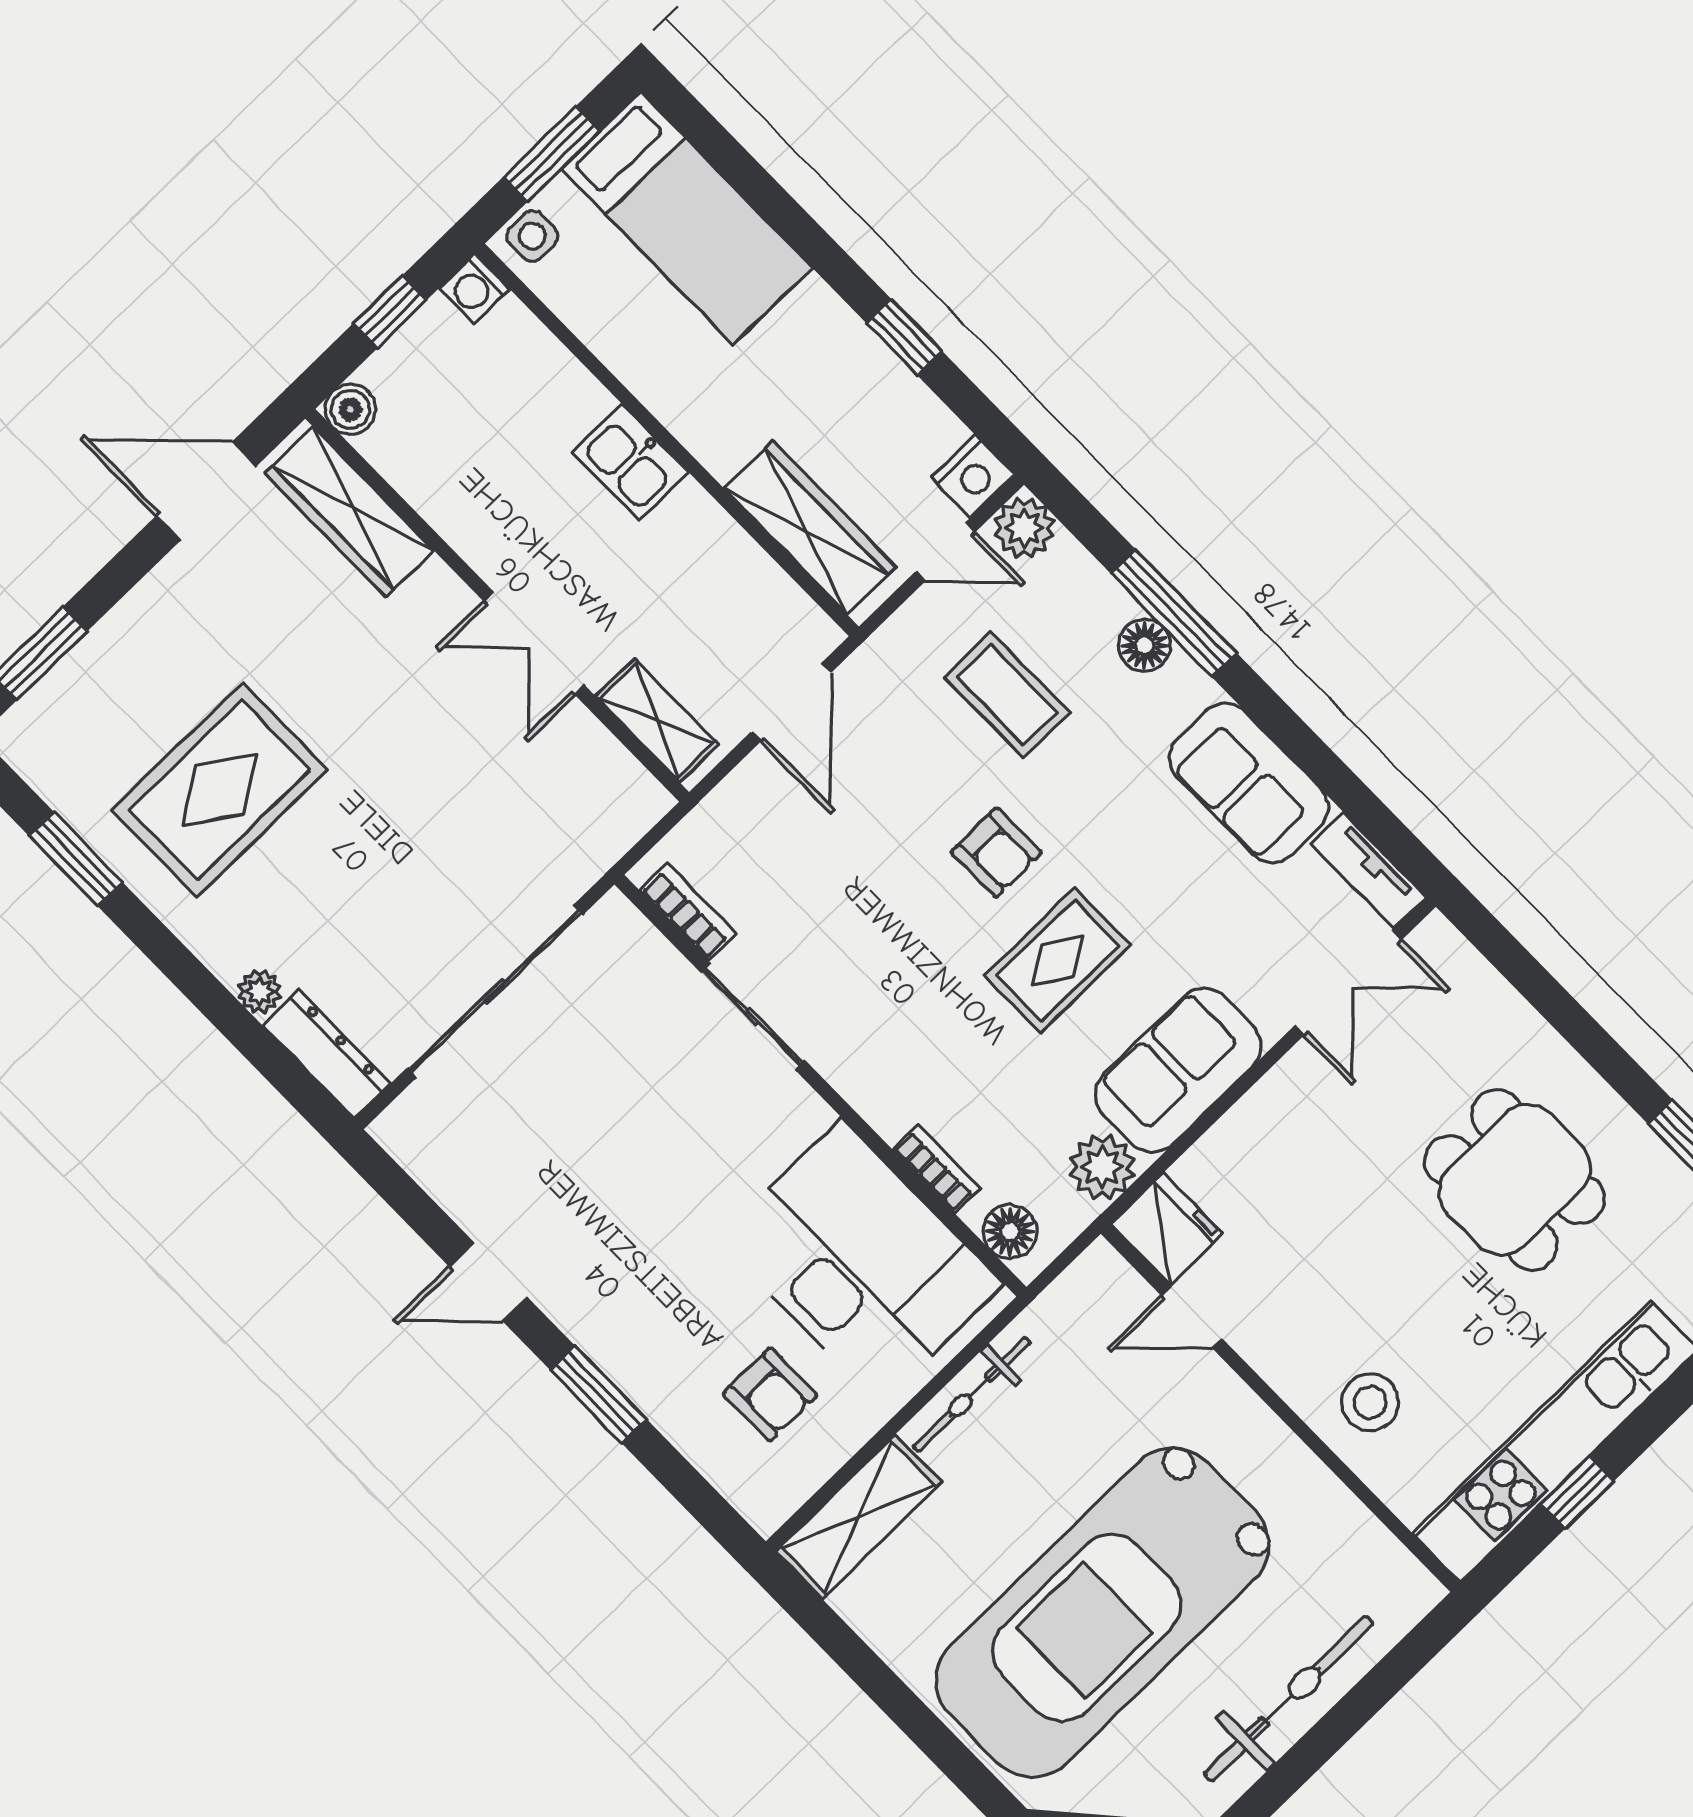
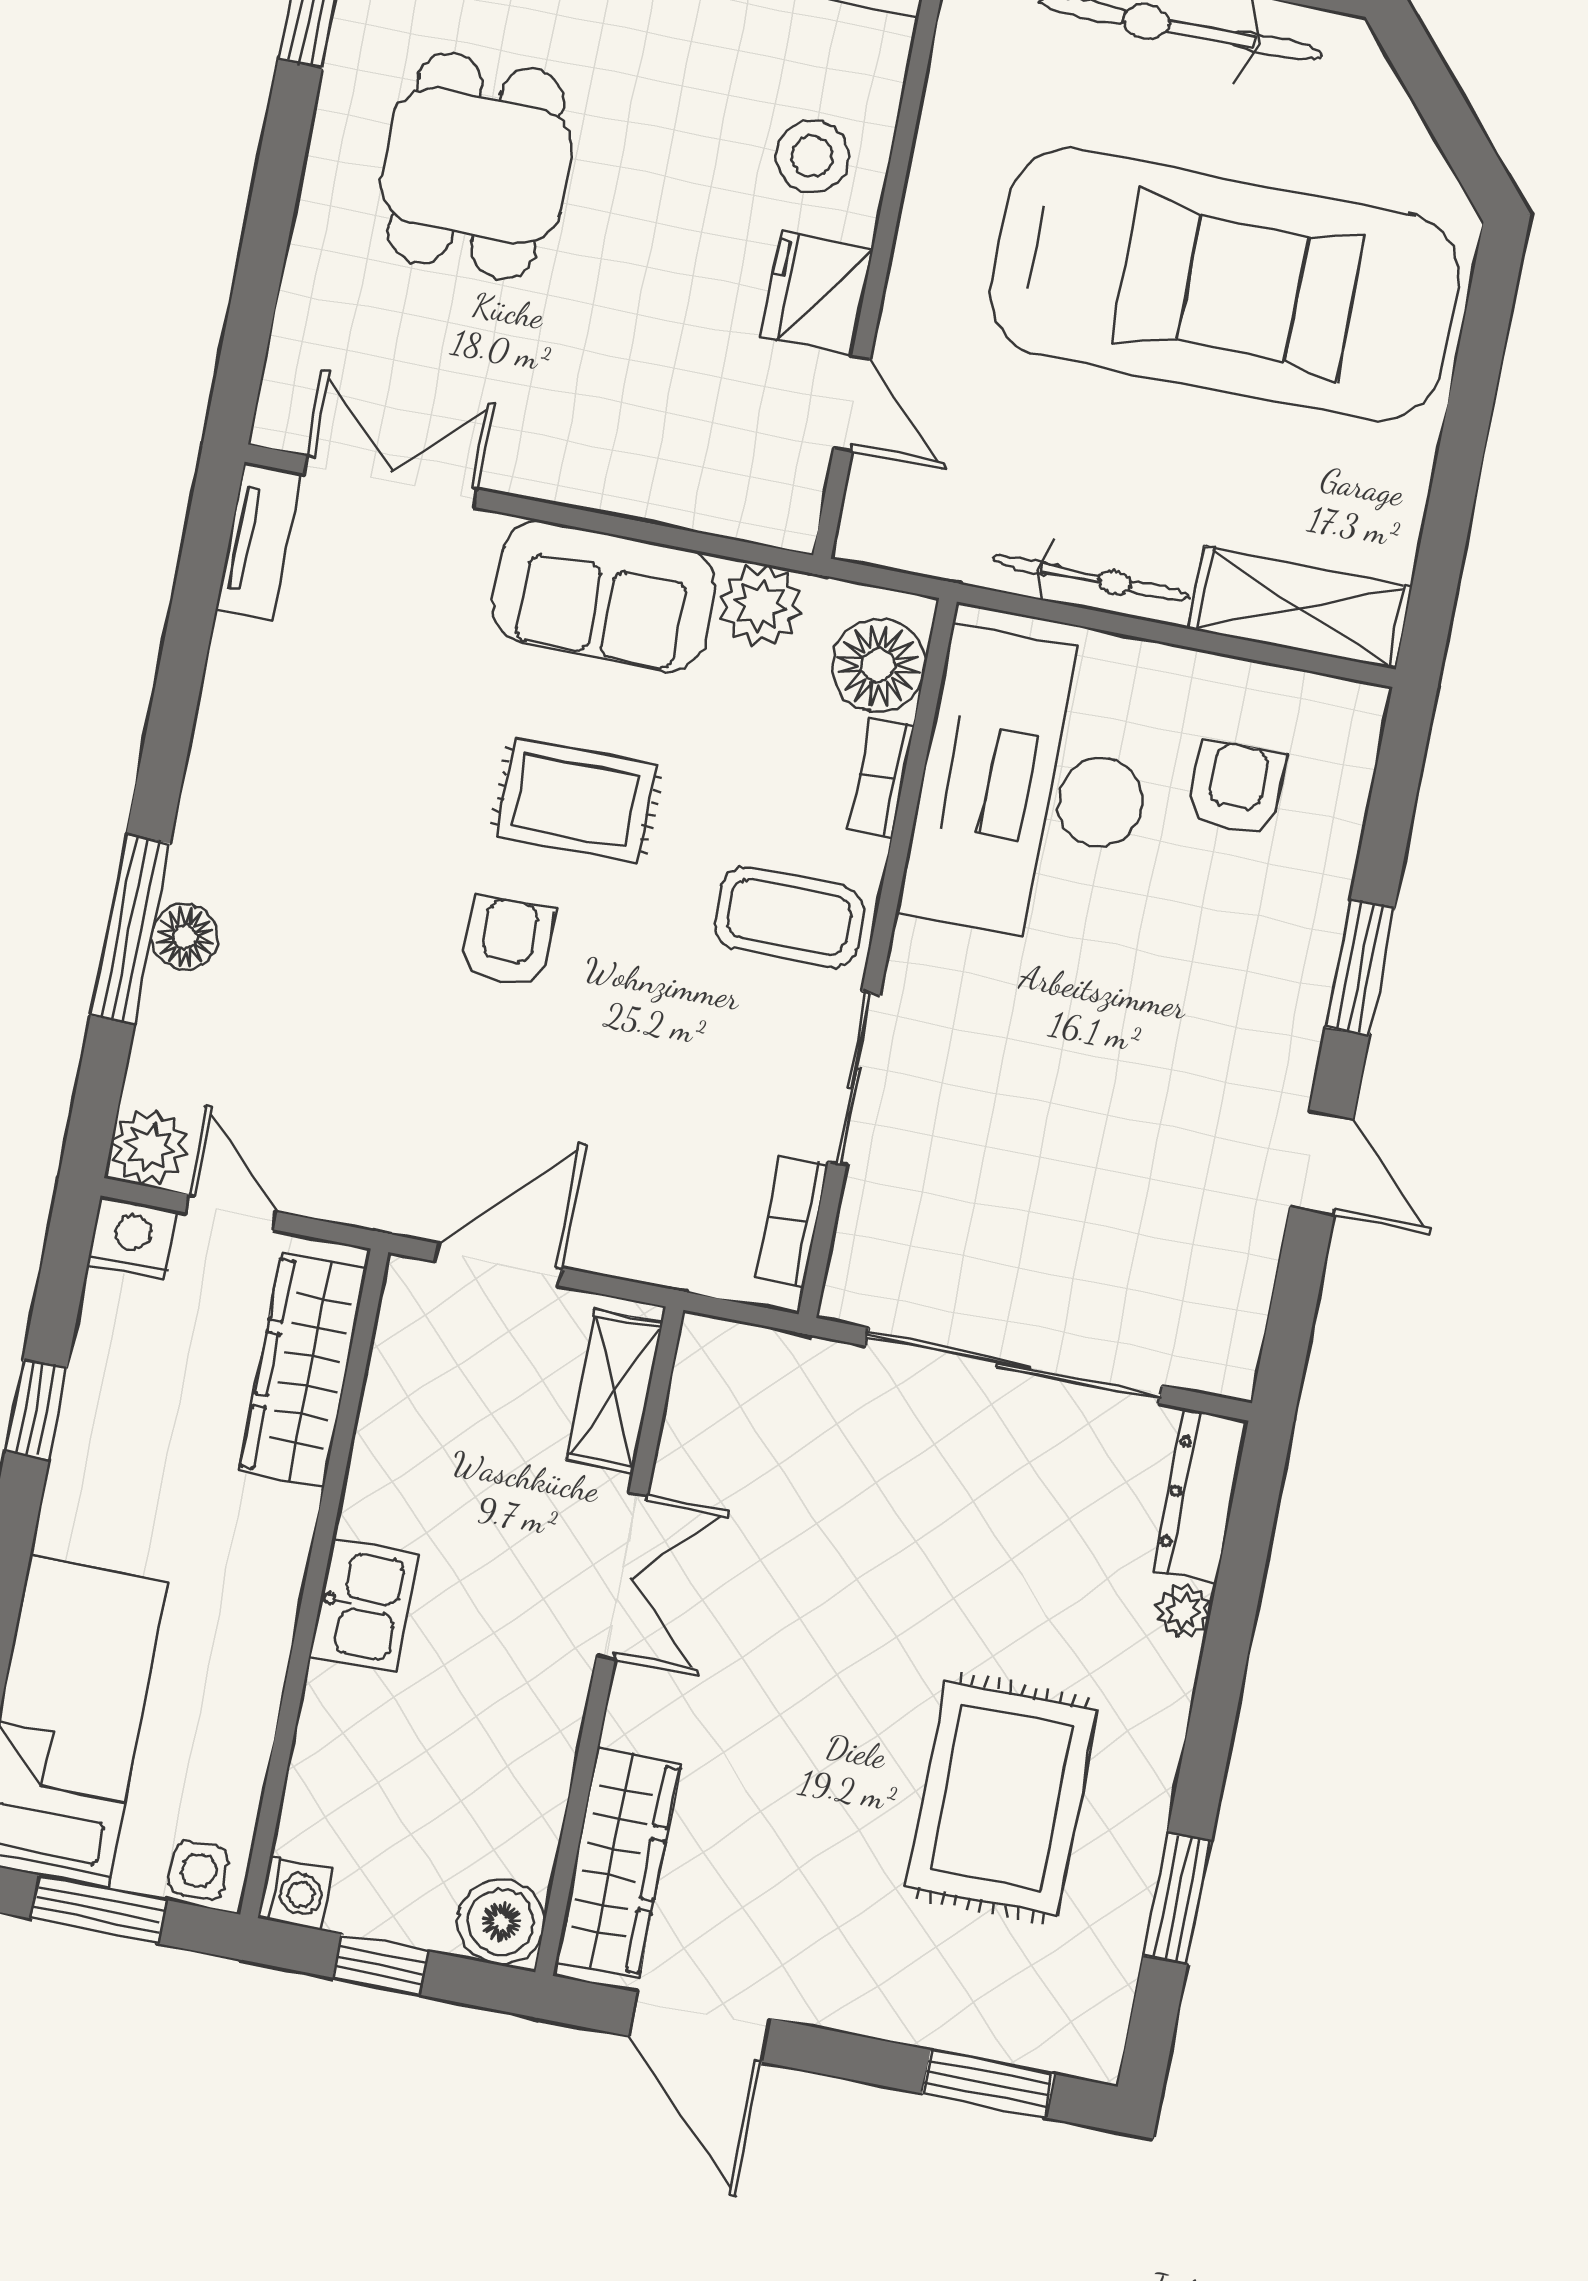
boiler: (350, 409) -> (501, 1922), width x1.36, depth x1.36
coffee table: (1007, 695) -> (789, 918), moved, turned 90
sofa: (1249, 783) -> (253, 729), removed
rug: (219, 790) -> (1002, 1798), turned 90
fridge: (1167, 1229) -> (817, 293), moved
floor lamp: (1010, 1231) -> (878, 665), width x1.38, depth x1.38

